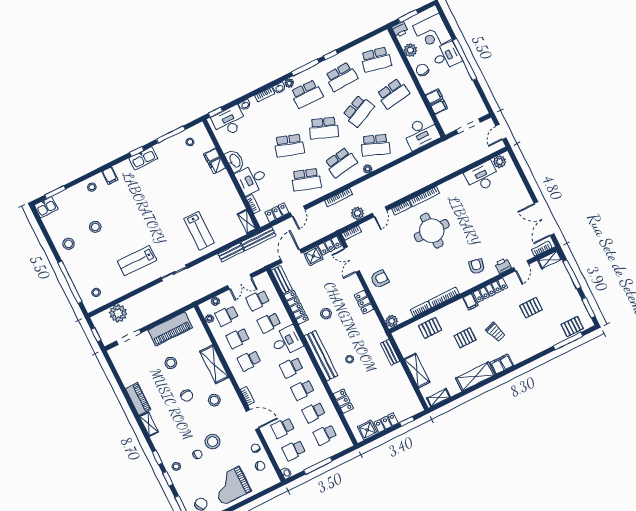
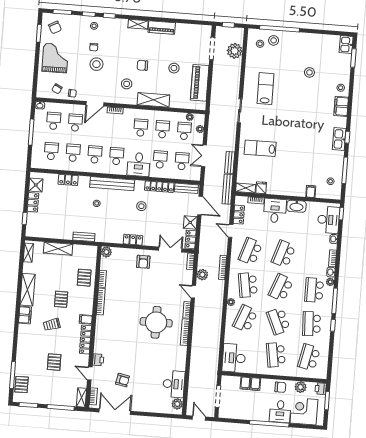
fridge: (217, 166) -> (261, 188), moved
filing cabinet: (110, 176) -> (341, 106), width x2.00
stool: (69, 244) -> (274, 40), moved
armchair: (477, 267) -> (123, 380), moved

